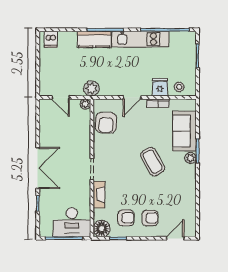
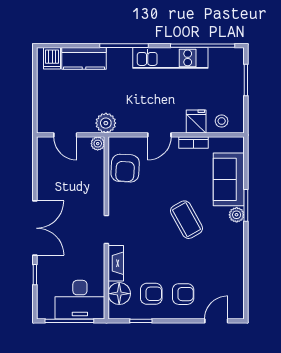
kitchen counter: (94, 39) -> (84, 58), moved
floor lamp: (102, 229) -> (119, 294), moved

